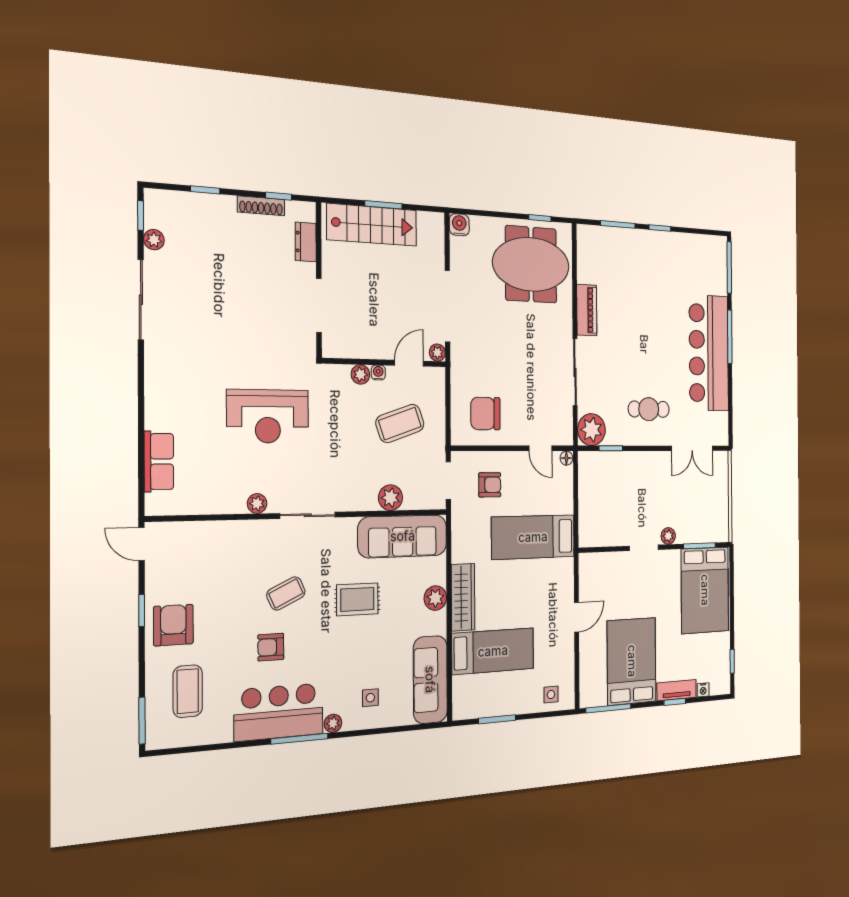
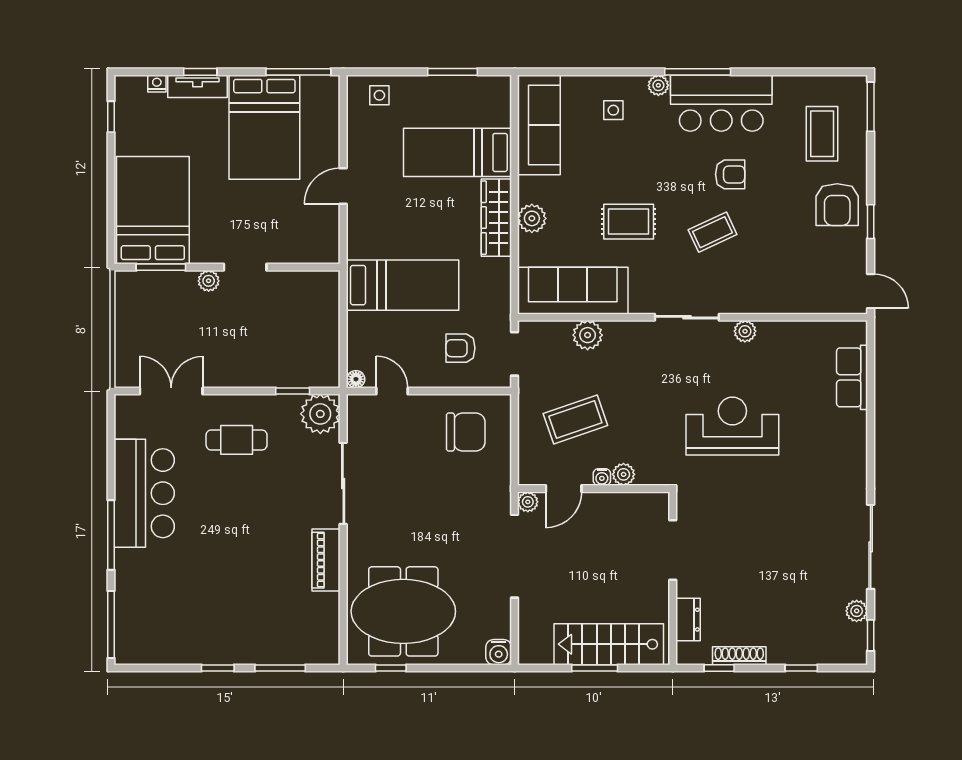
bar counter: (709, 353) -> (144, 493), width x0.73

